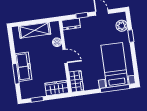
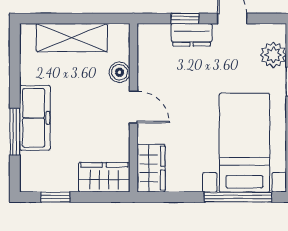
dresser: (71, 24) -> (192, 35), moved

